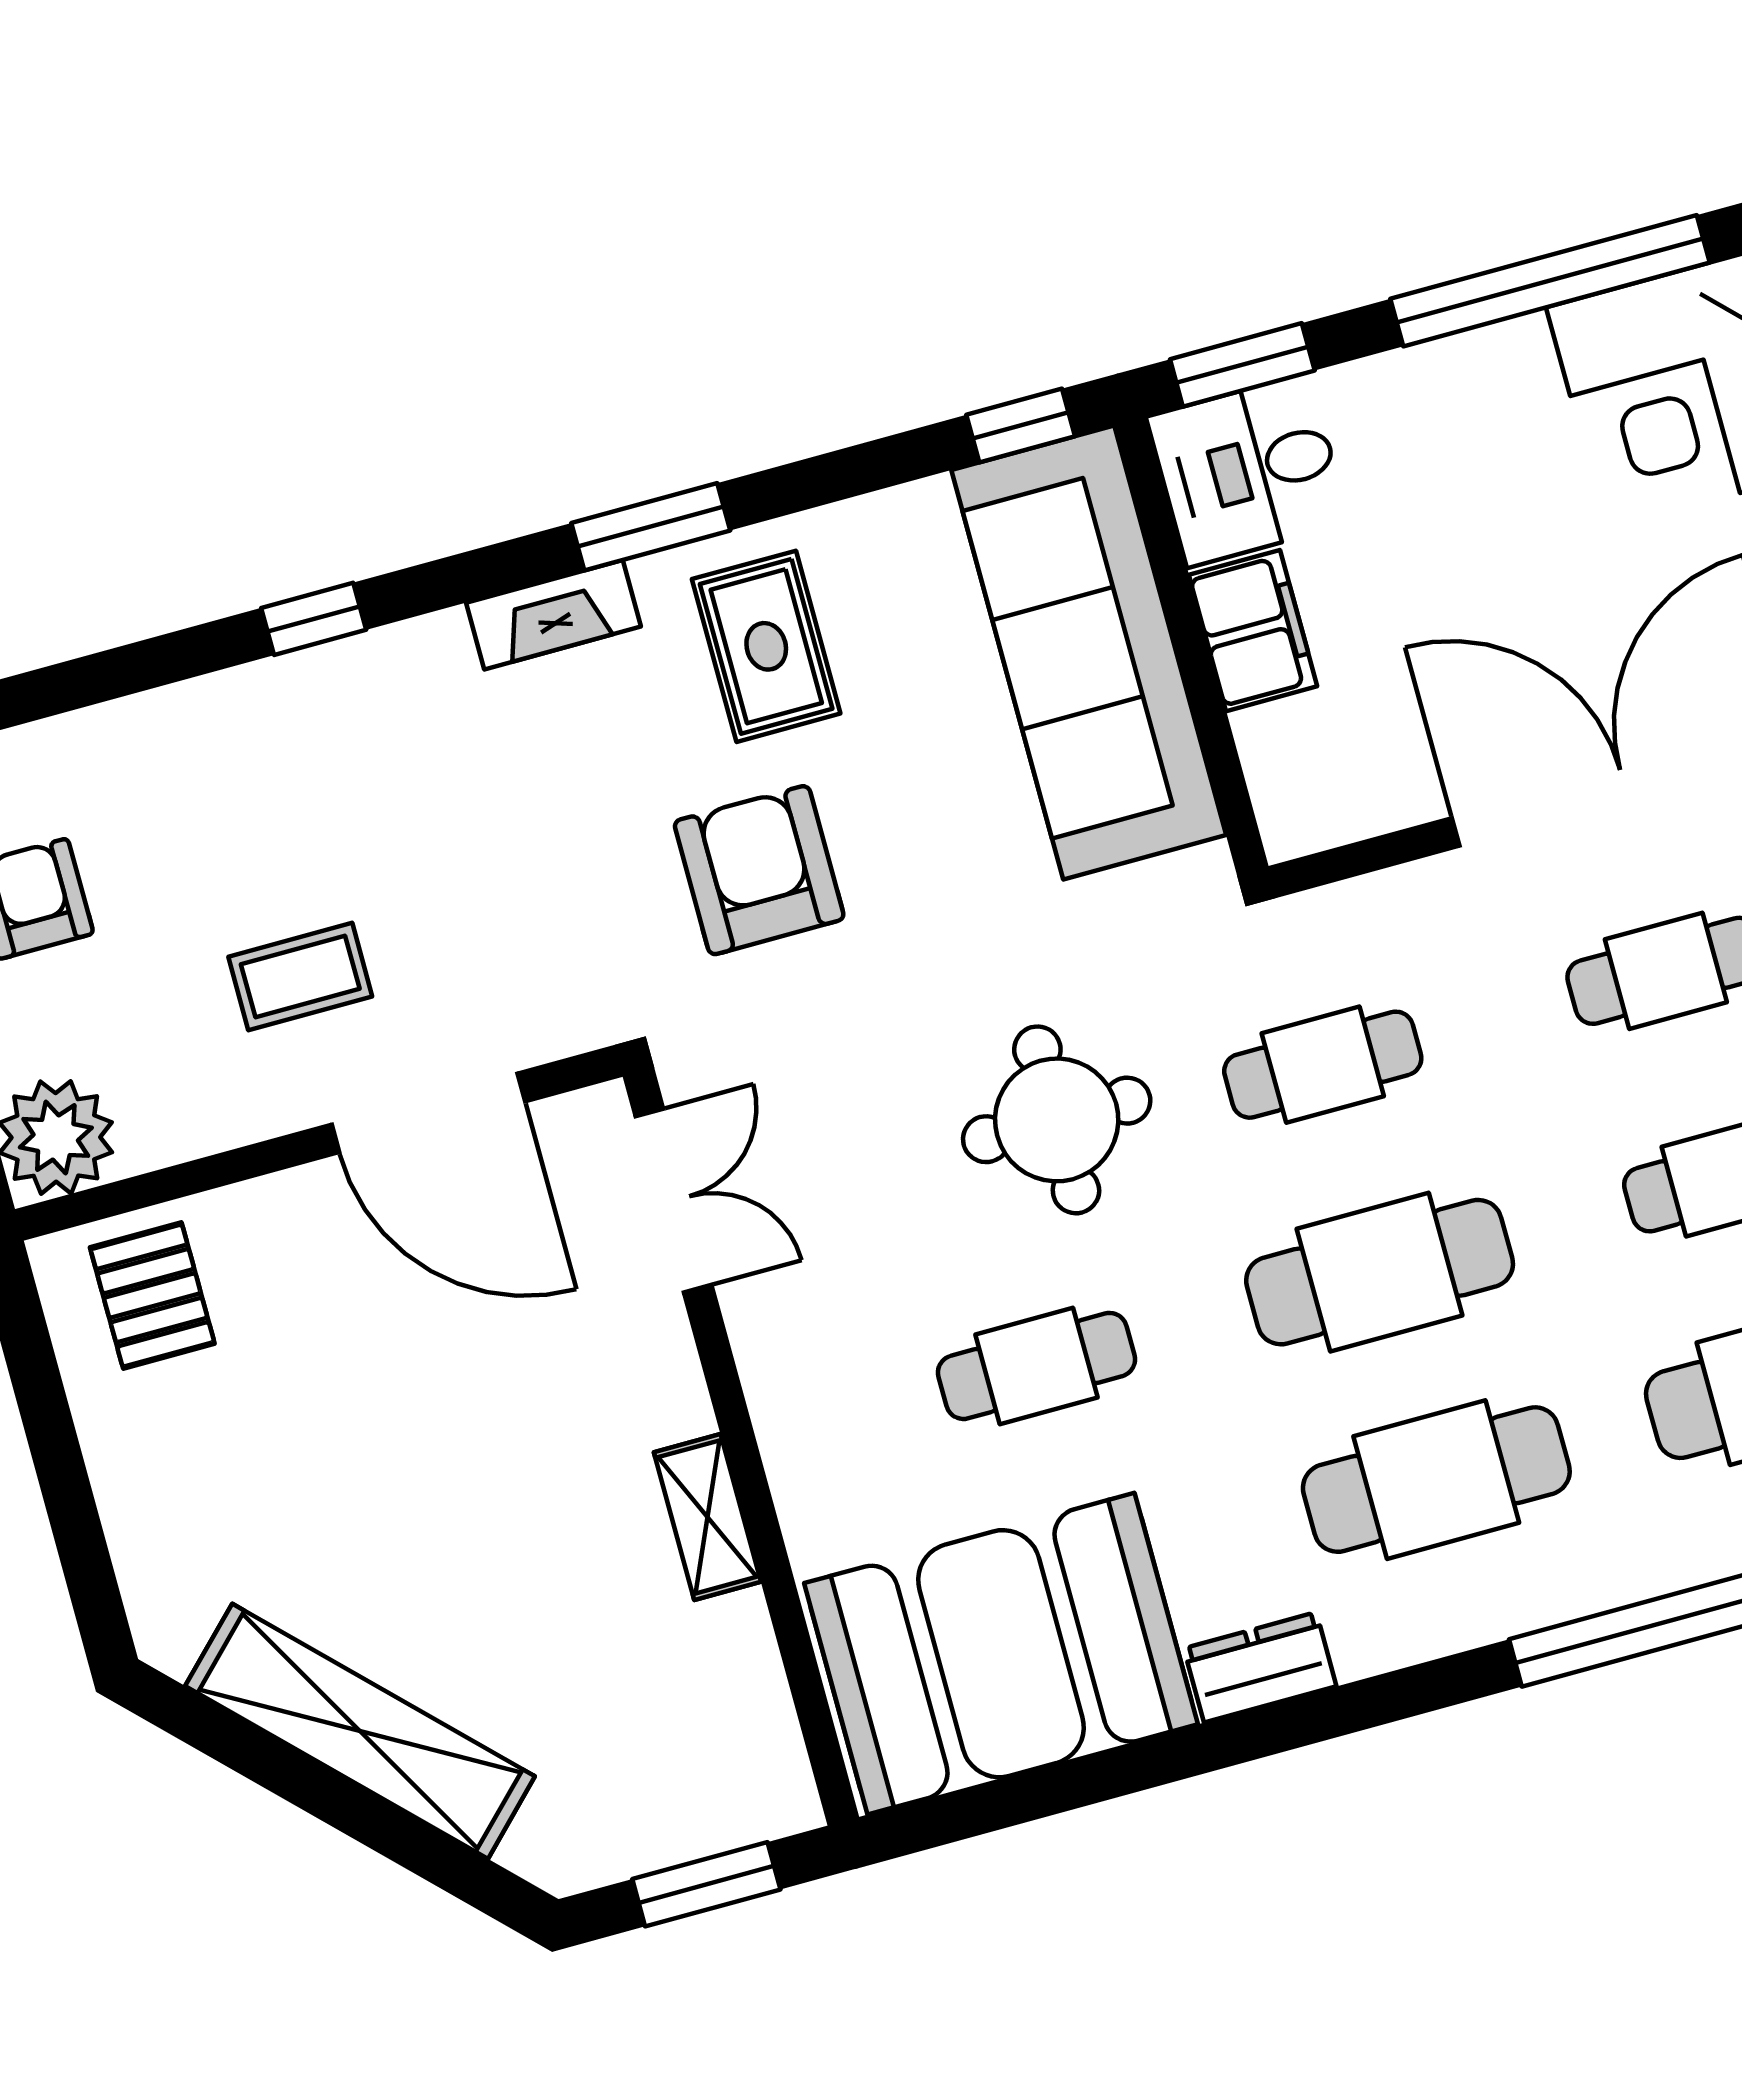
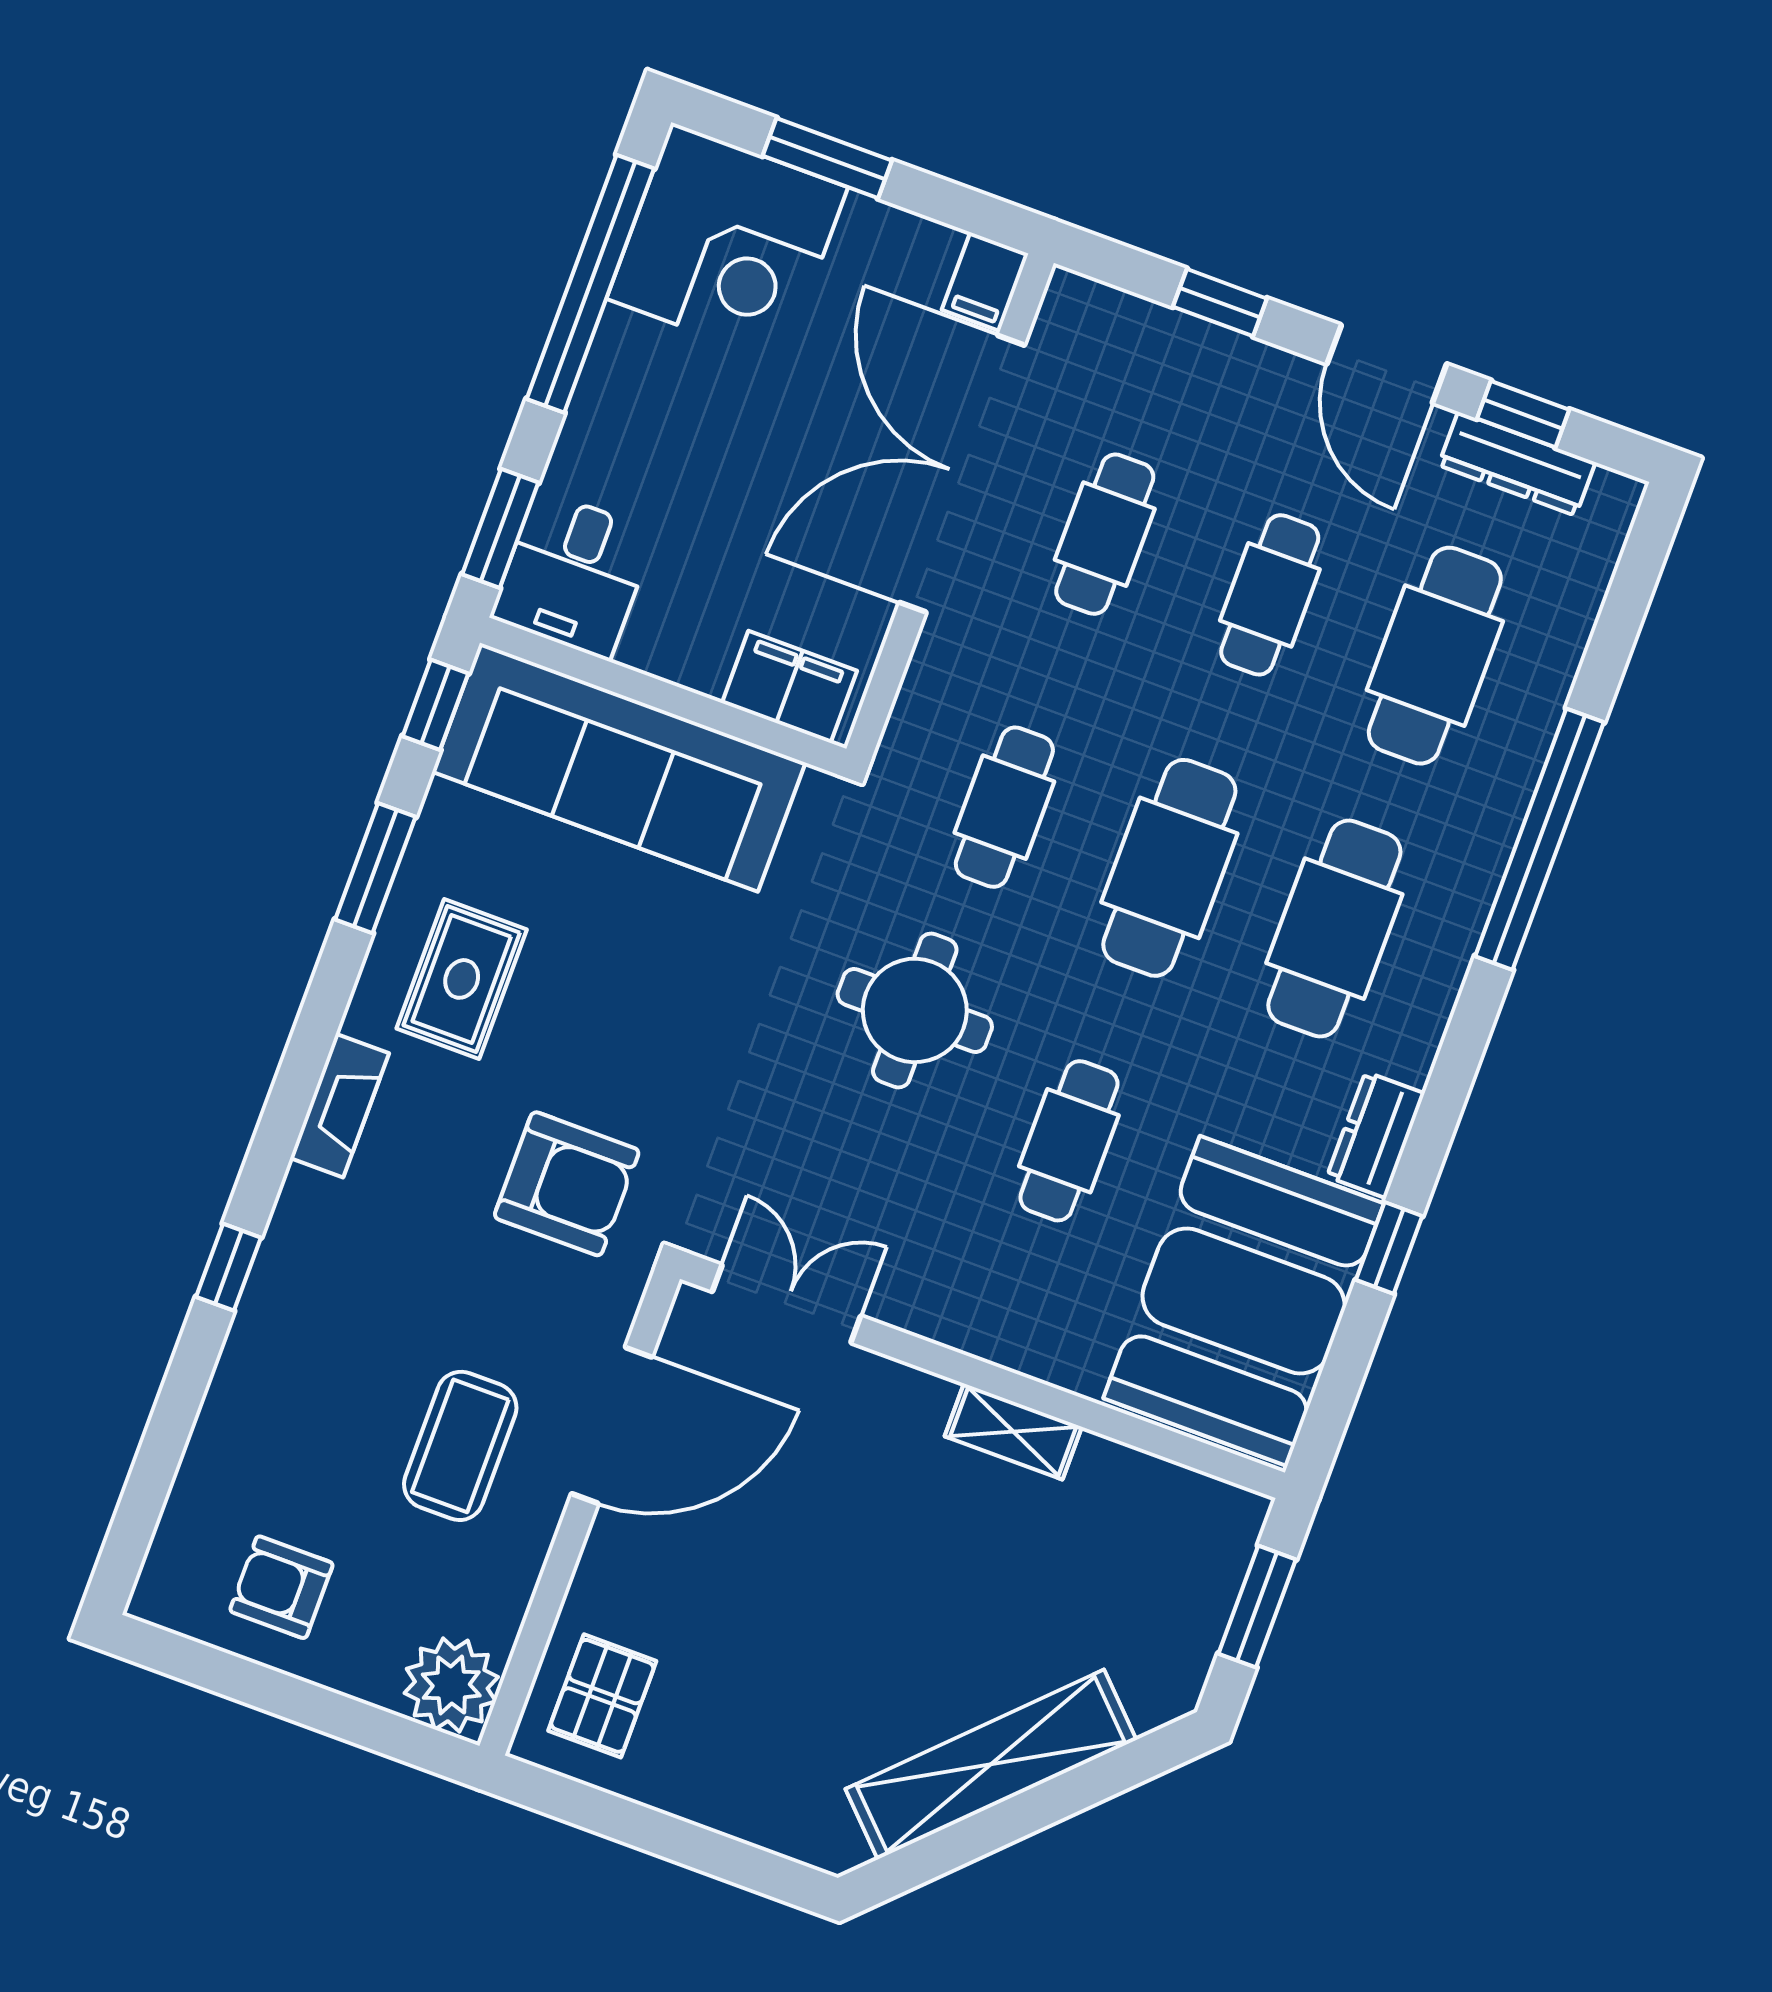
window: (651, 527) -> (375, 868), moved
filing cabinet: (1253, 631) -> (789, 687), moved
rug: (766, 646) -> (462, 979), turned 90
armchair: (759, 870) -> (567, 1184), moved, turned 180
coffee table: (300, 977) -> (460, 1446), width x1.36, depth x1.30
pallet: (152, 1296) -> (602, 1696), turned 90
window: (1157, 1761) -> (1389, 1248), added

